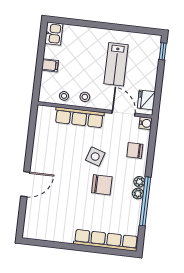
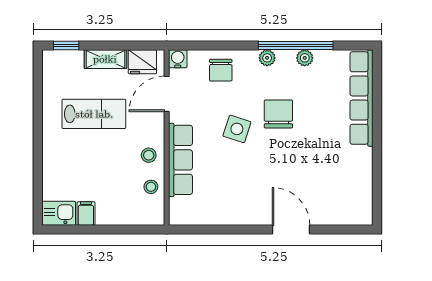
filing cabinet: (50, 65) -> (86, 214), moved
shelving: (151, 76) -> (105, 59), added
plant: (138, 194) -> (305, 58), moved

